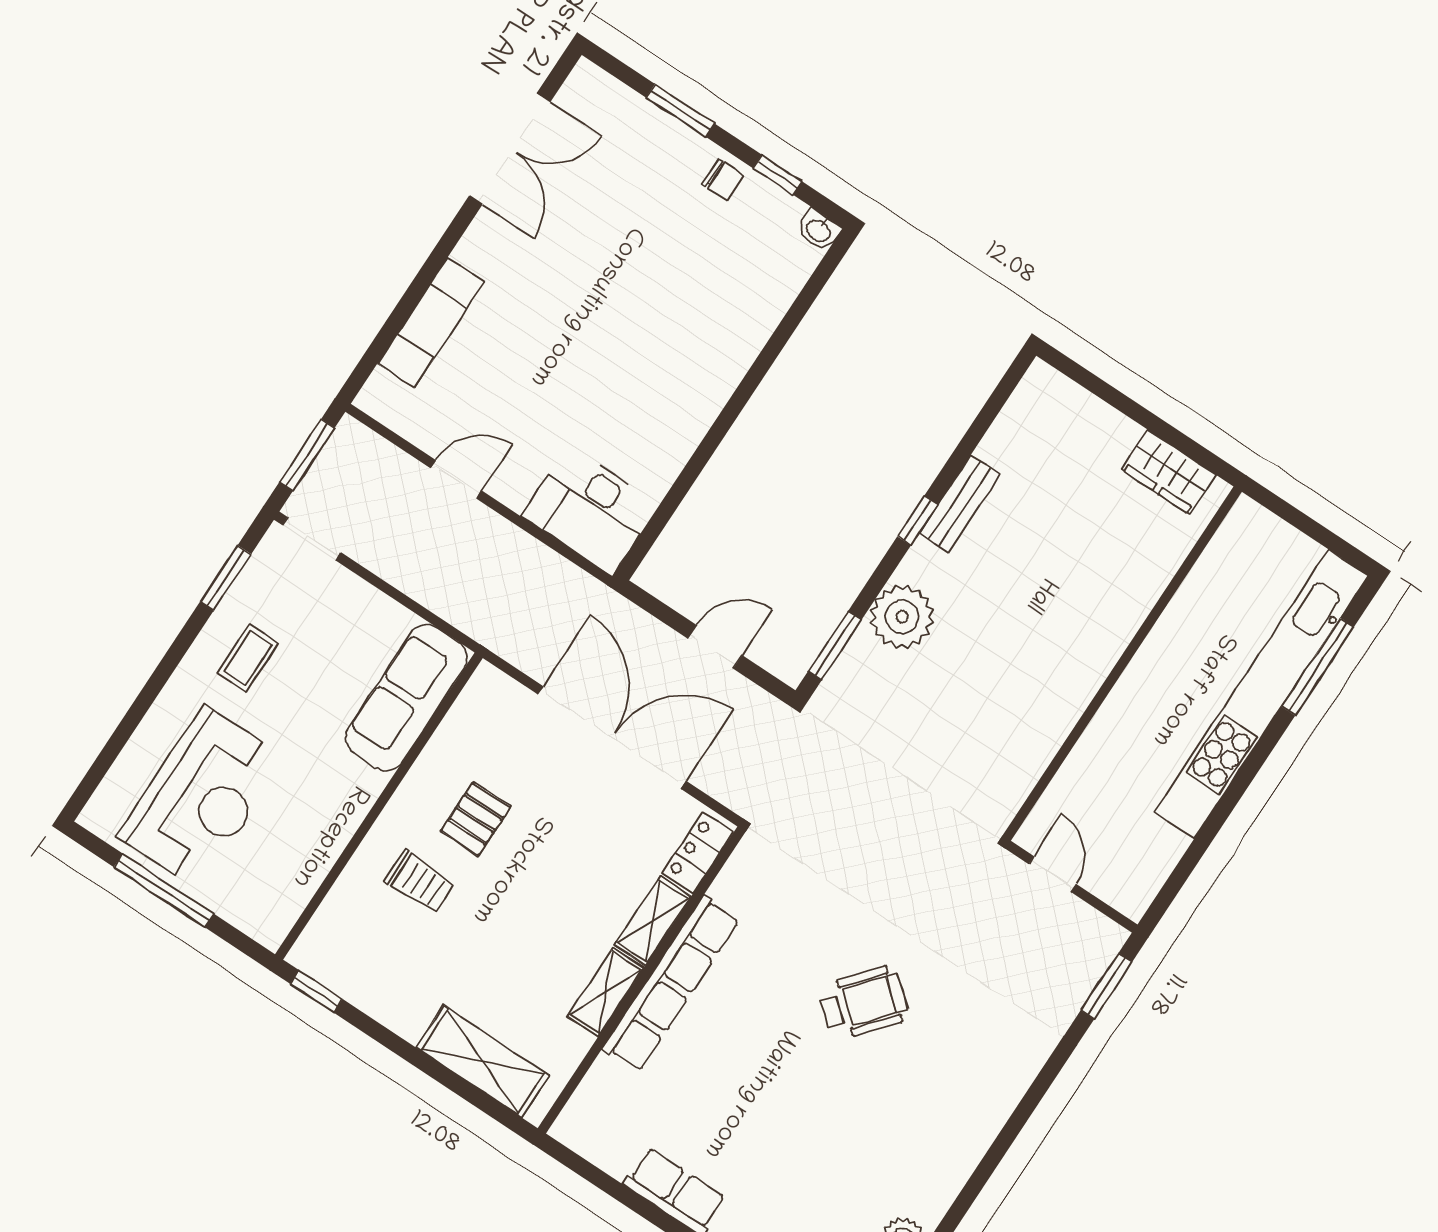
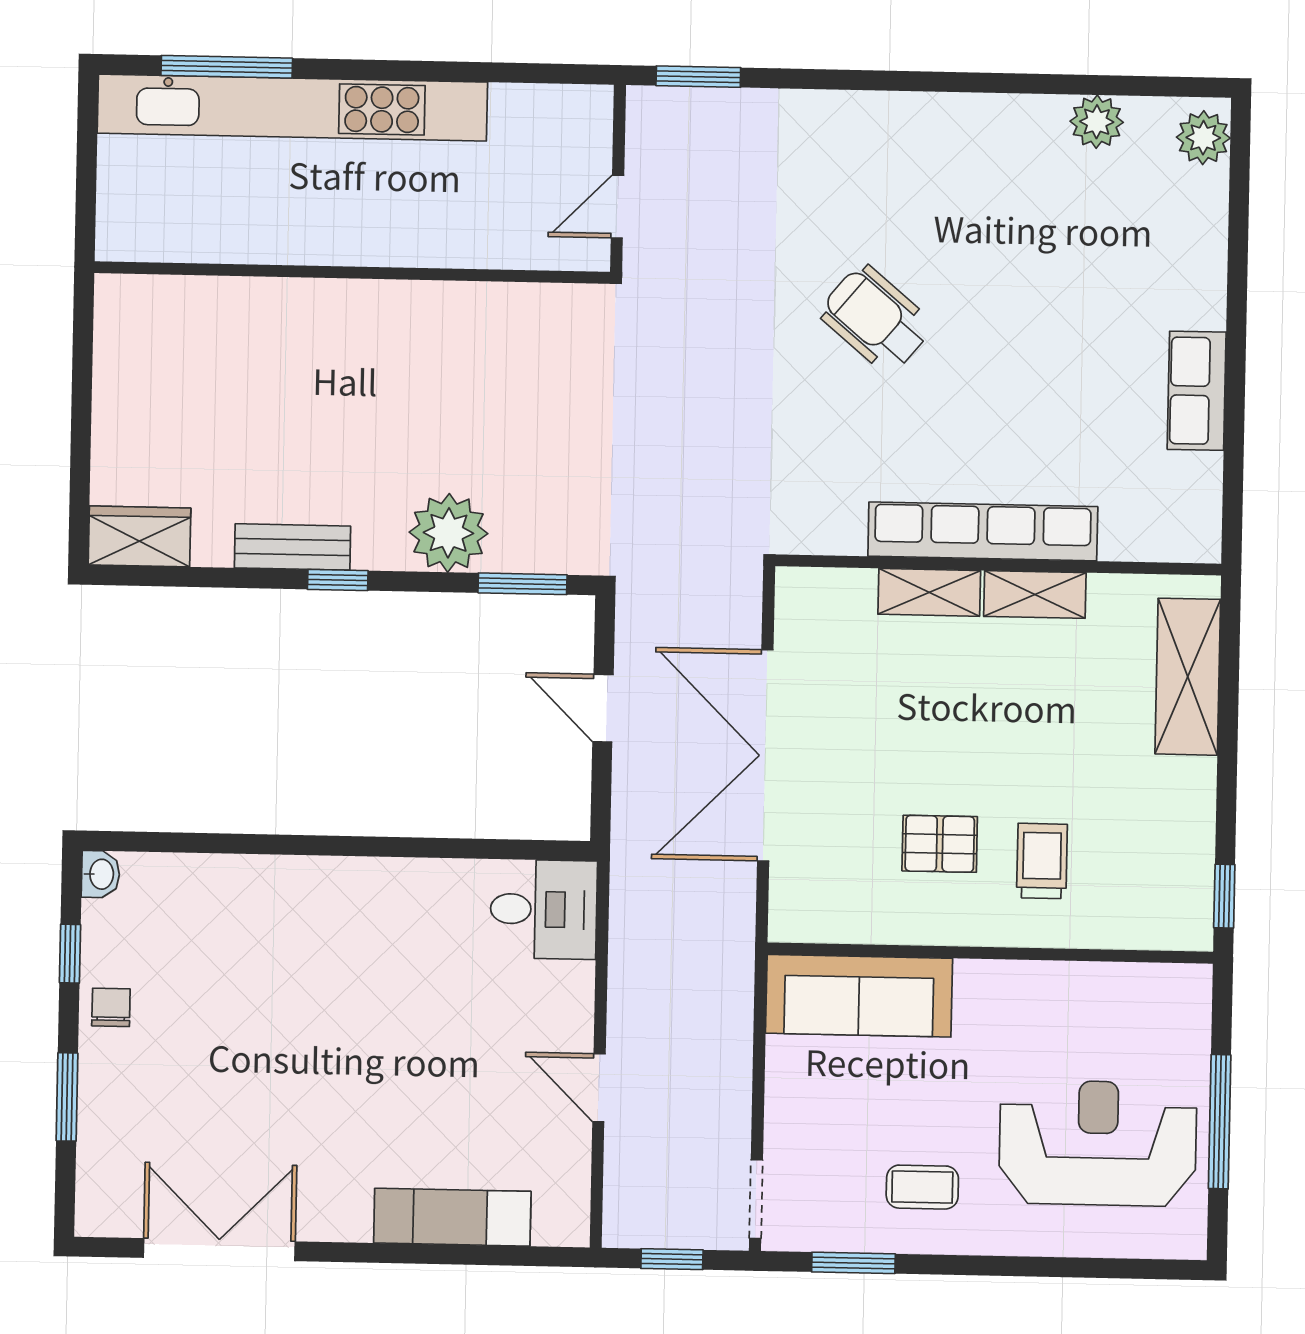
window: (307, 455) -> (672, 1259), width x0.67
wardrobe: (1169, 472) -> (139, 536), moved, turned -90
desk: (590, 511) -> (544, 909), width x0.73
locker: (698, 853) -> (829, 590), removed

